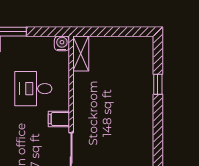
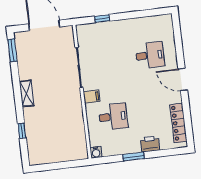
shelving: (81, 54) -> (27, 93), moved

